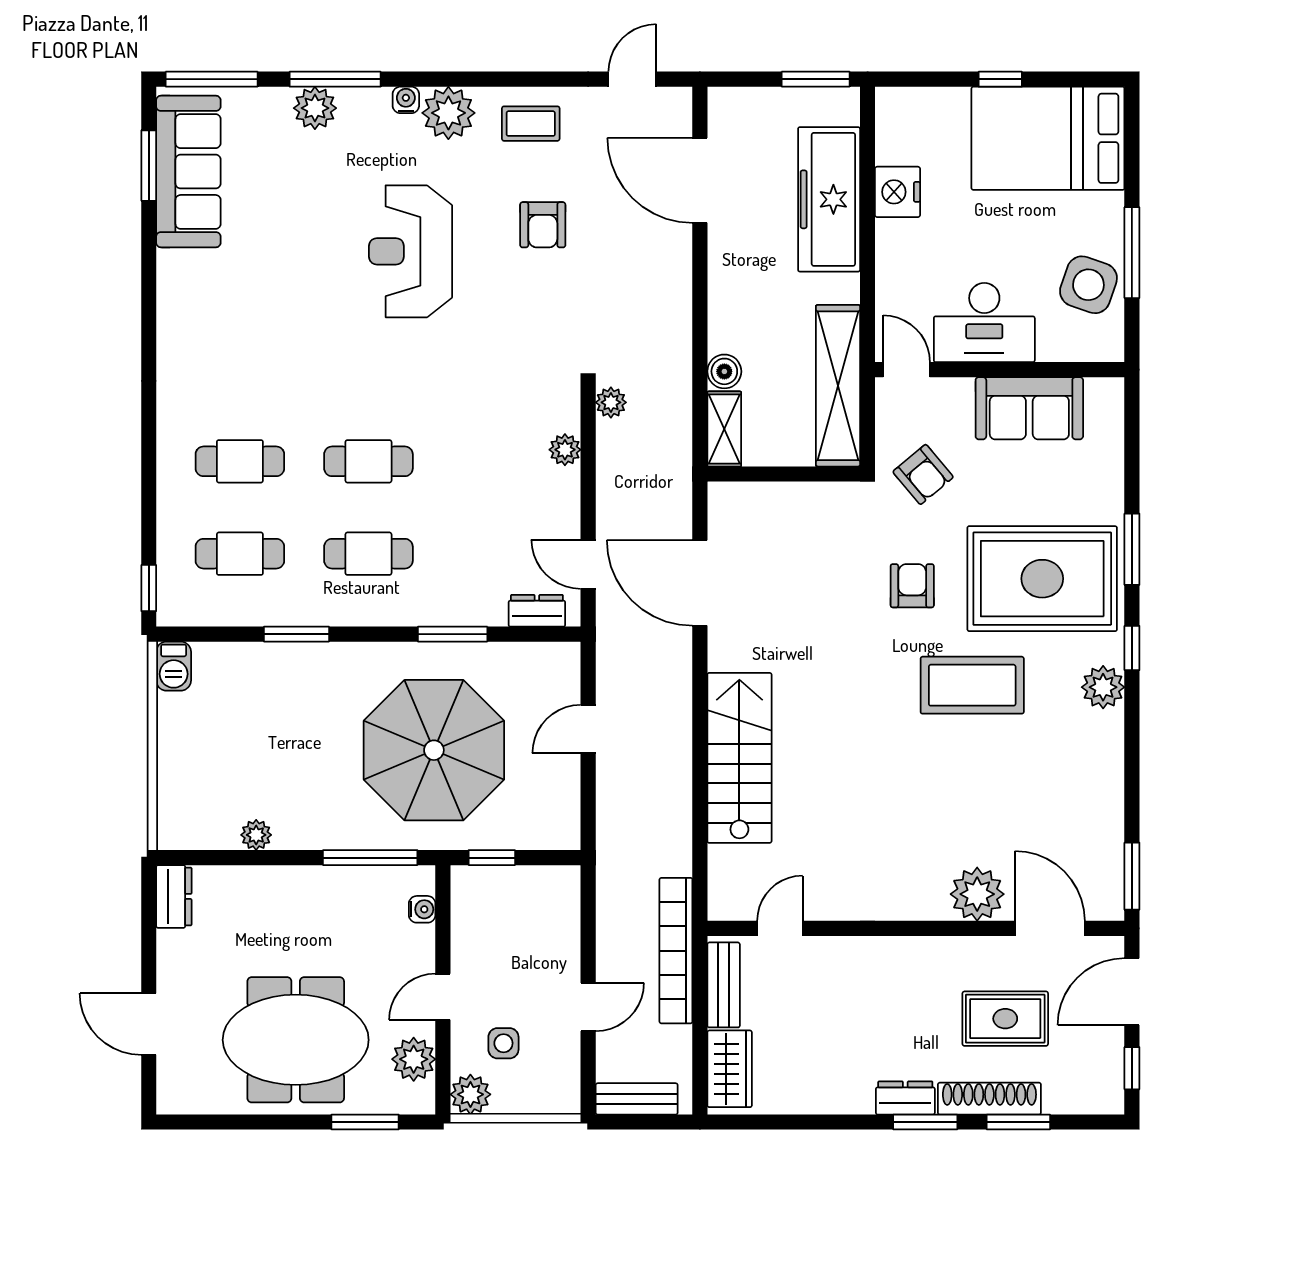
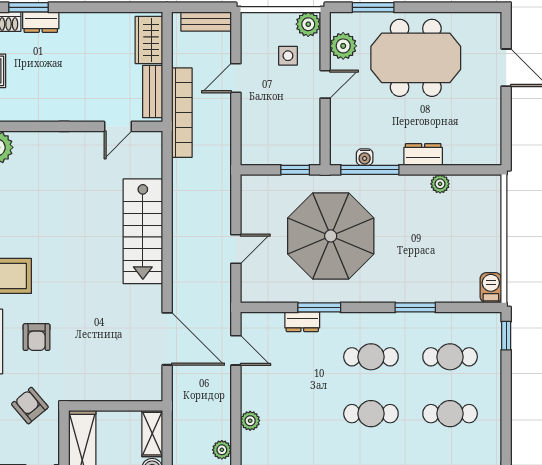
dresser: (537, 611) -> (302, 322), moved
dresser: (174, 896) -> (423, 154), moved, turned 90
water cooler: (422, 909) -> (365, 157), moved, turned -90

